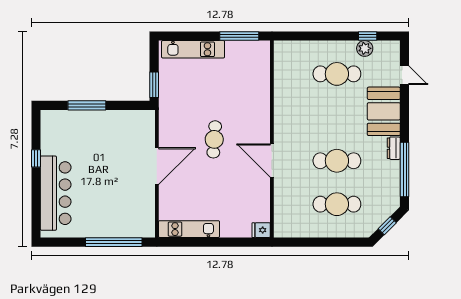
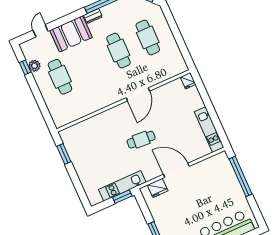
window: (239, 36) -> (64, 154), width x0.69
kitchen unit: (193, 49) -> (122, 186), moved, turned -90
fridge: (145, 133) -> (158, 188), added

